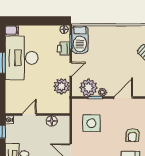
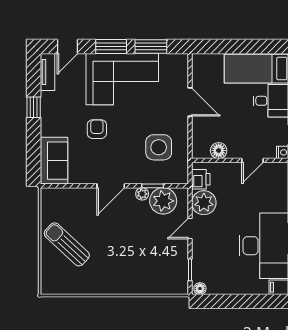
barbecue: (80, 39) -> (176, 273), removed
printer: (64, 49) -> (201, 179), moved

